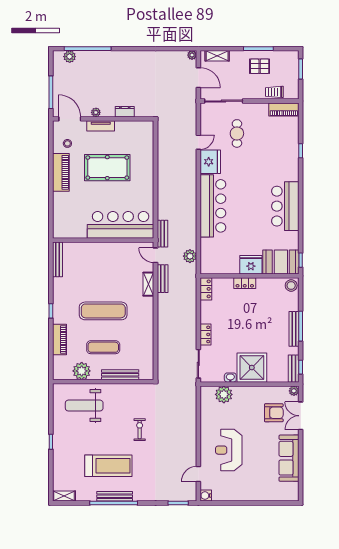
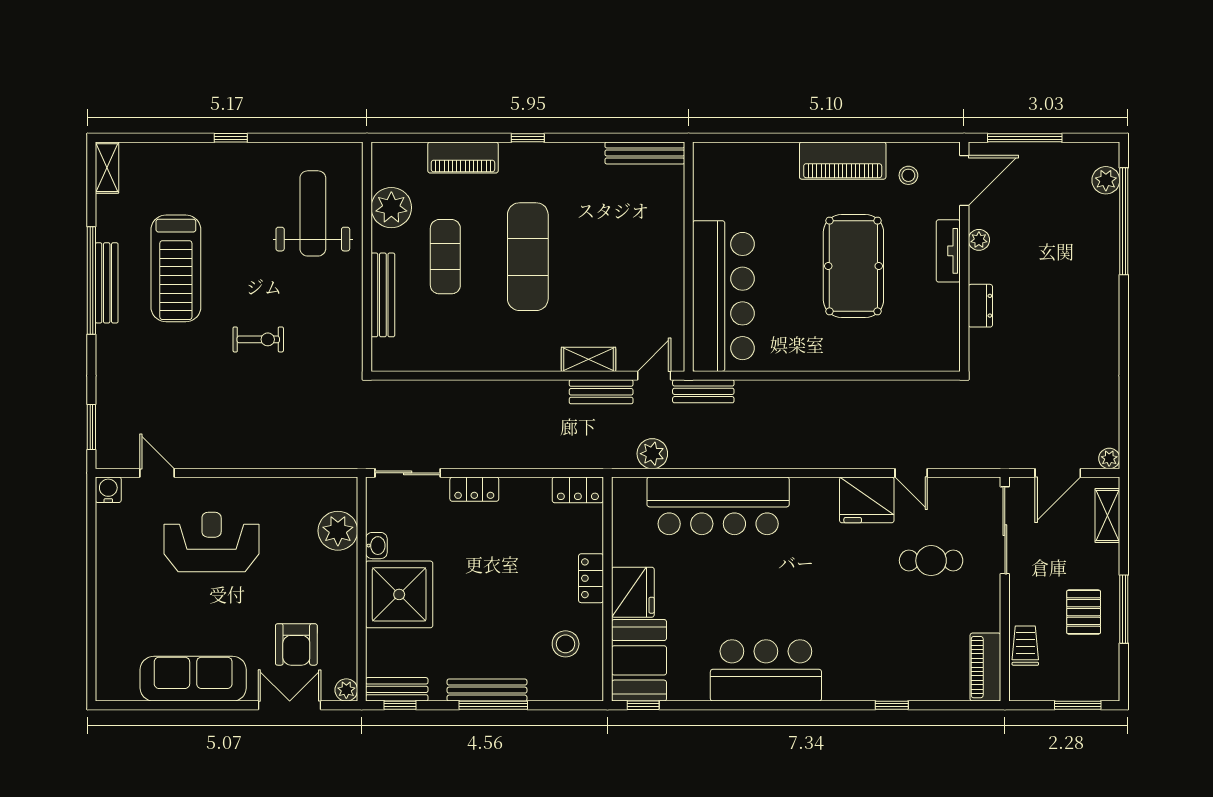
bar counter: (213, 206) -> (718, 506), moved
stool: (291, 285) -> (566, 644), moved

